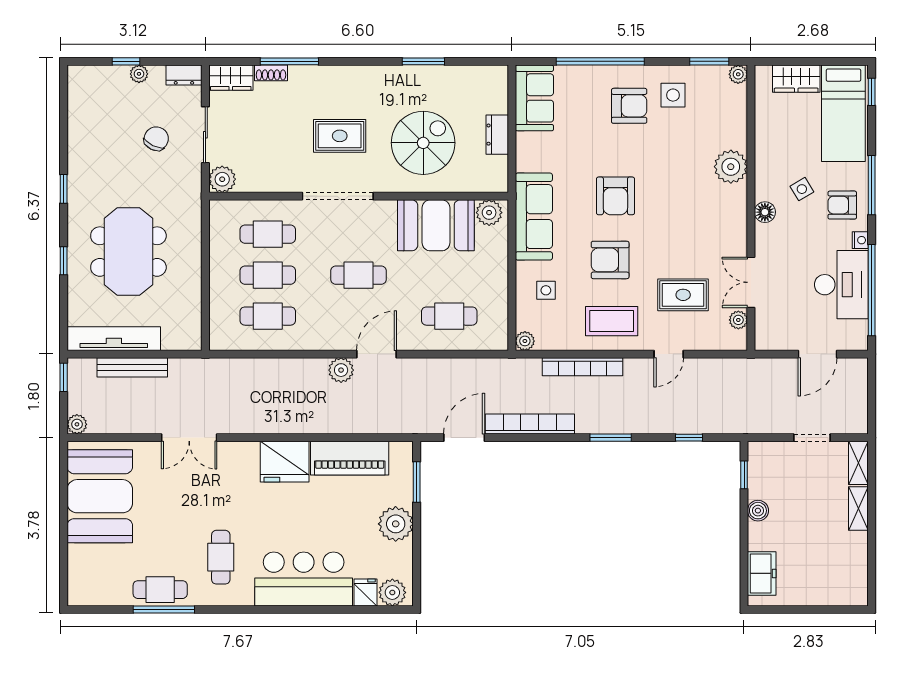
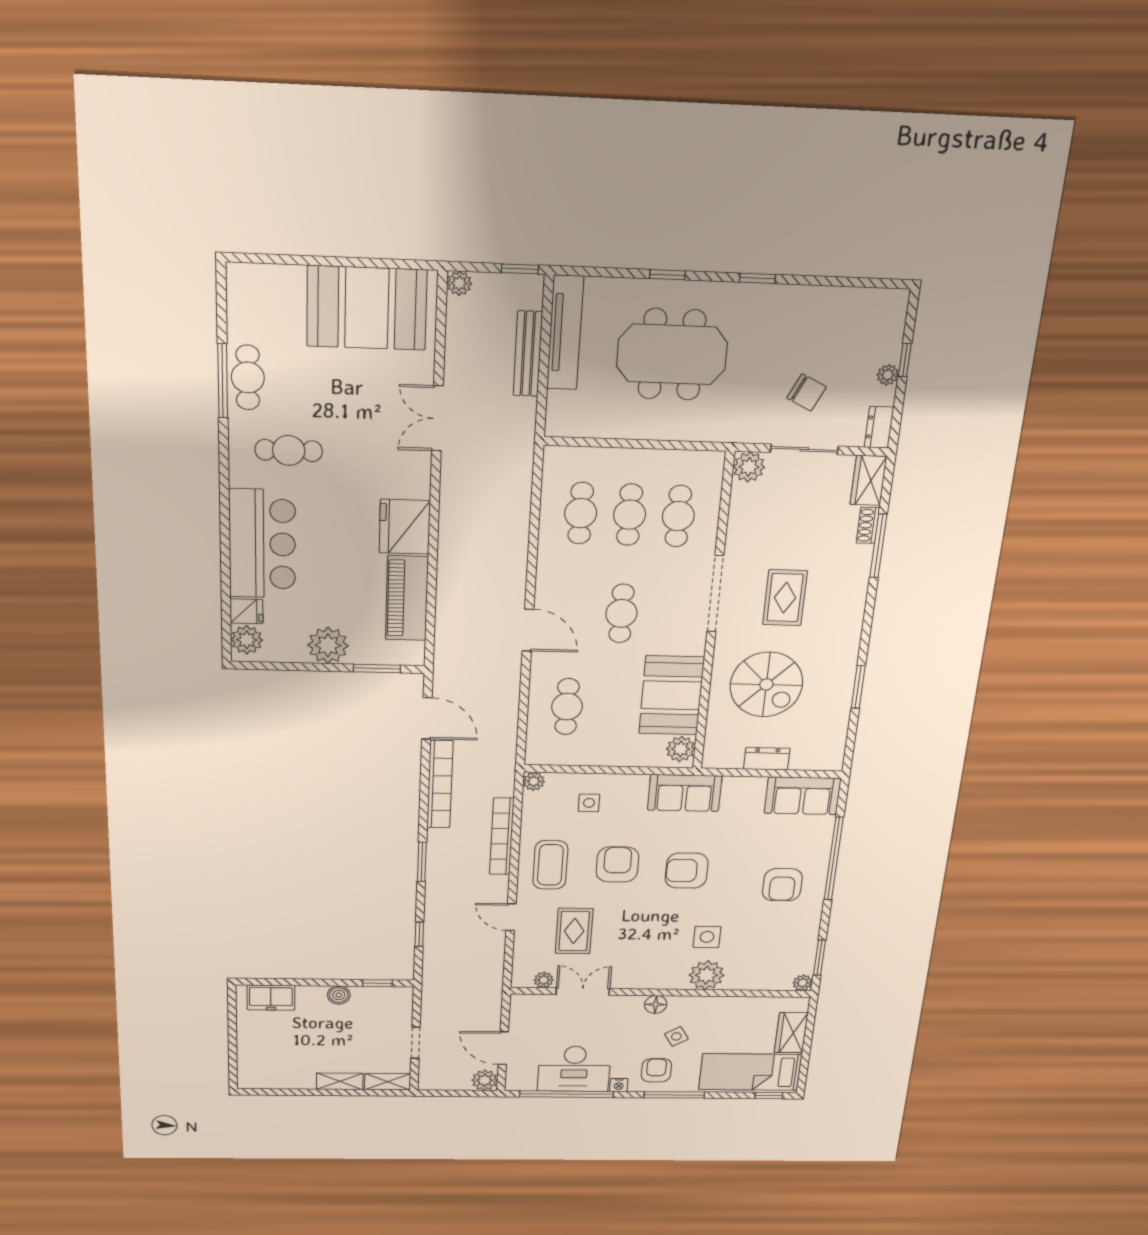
side table: (673, 95) -> (707, 937), moved
sofa: (534, 217) -> (685, 793), width x0.73
plant: (341, 370) -> (485, 1080), moved

